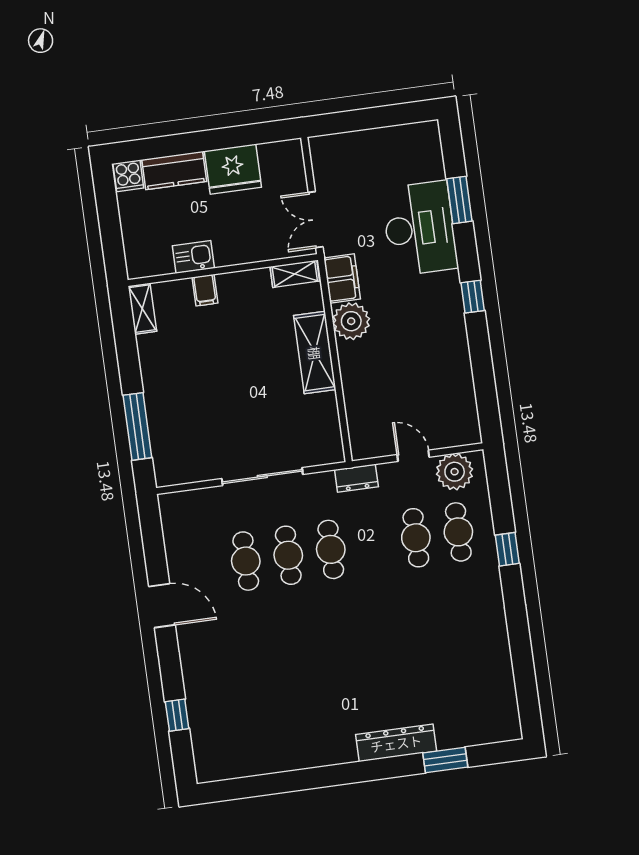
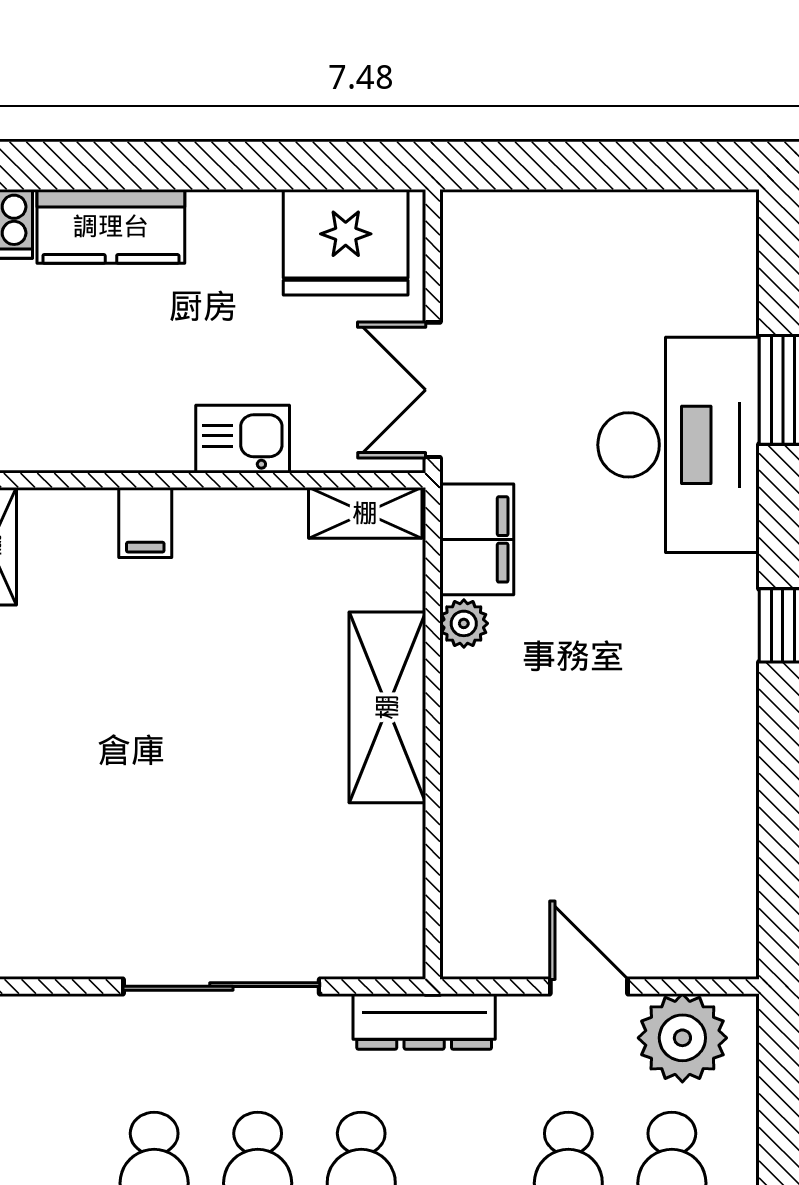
fridge: (233, 169) -> (346, 242), moved
kitchen sink: (193, 257) -> (243, 439), moved
plant: (351, 321) -> (464, 623), width x0.53, depth x0.53
dresser: (356, 478) -> (424, 1021), width x1.44

